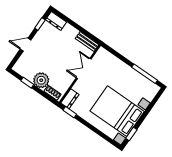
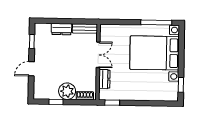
dresser: (56, 21) -> (61, 29), moved
double door: (84, 68) -> (98, 55), swing flipped
dresser: (70, 99) -> (104, 79), moved
bed with nightstands: (117, 111) -> (155, 53), moved

